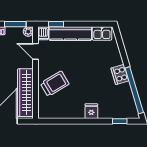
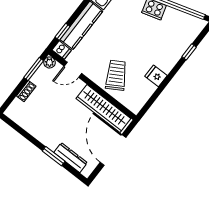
fridge: (91, 111) -> (156, 76), moved
window: (120, 121) -> (189, 52), moved

